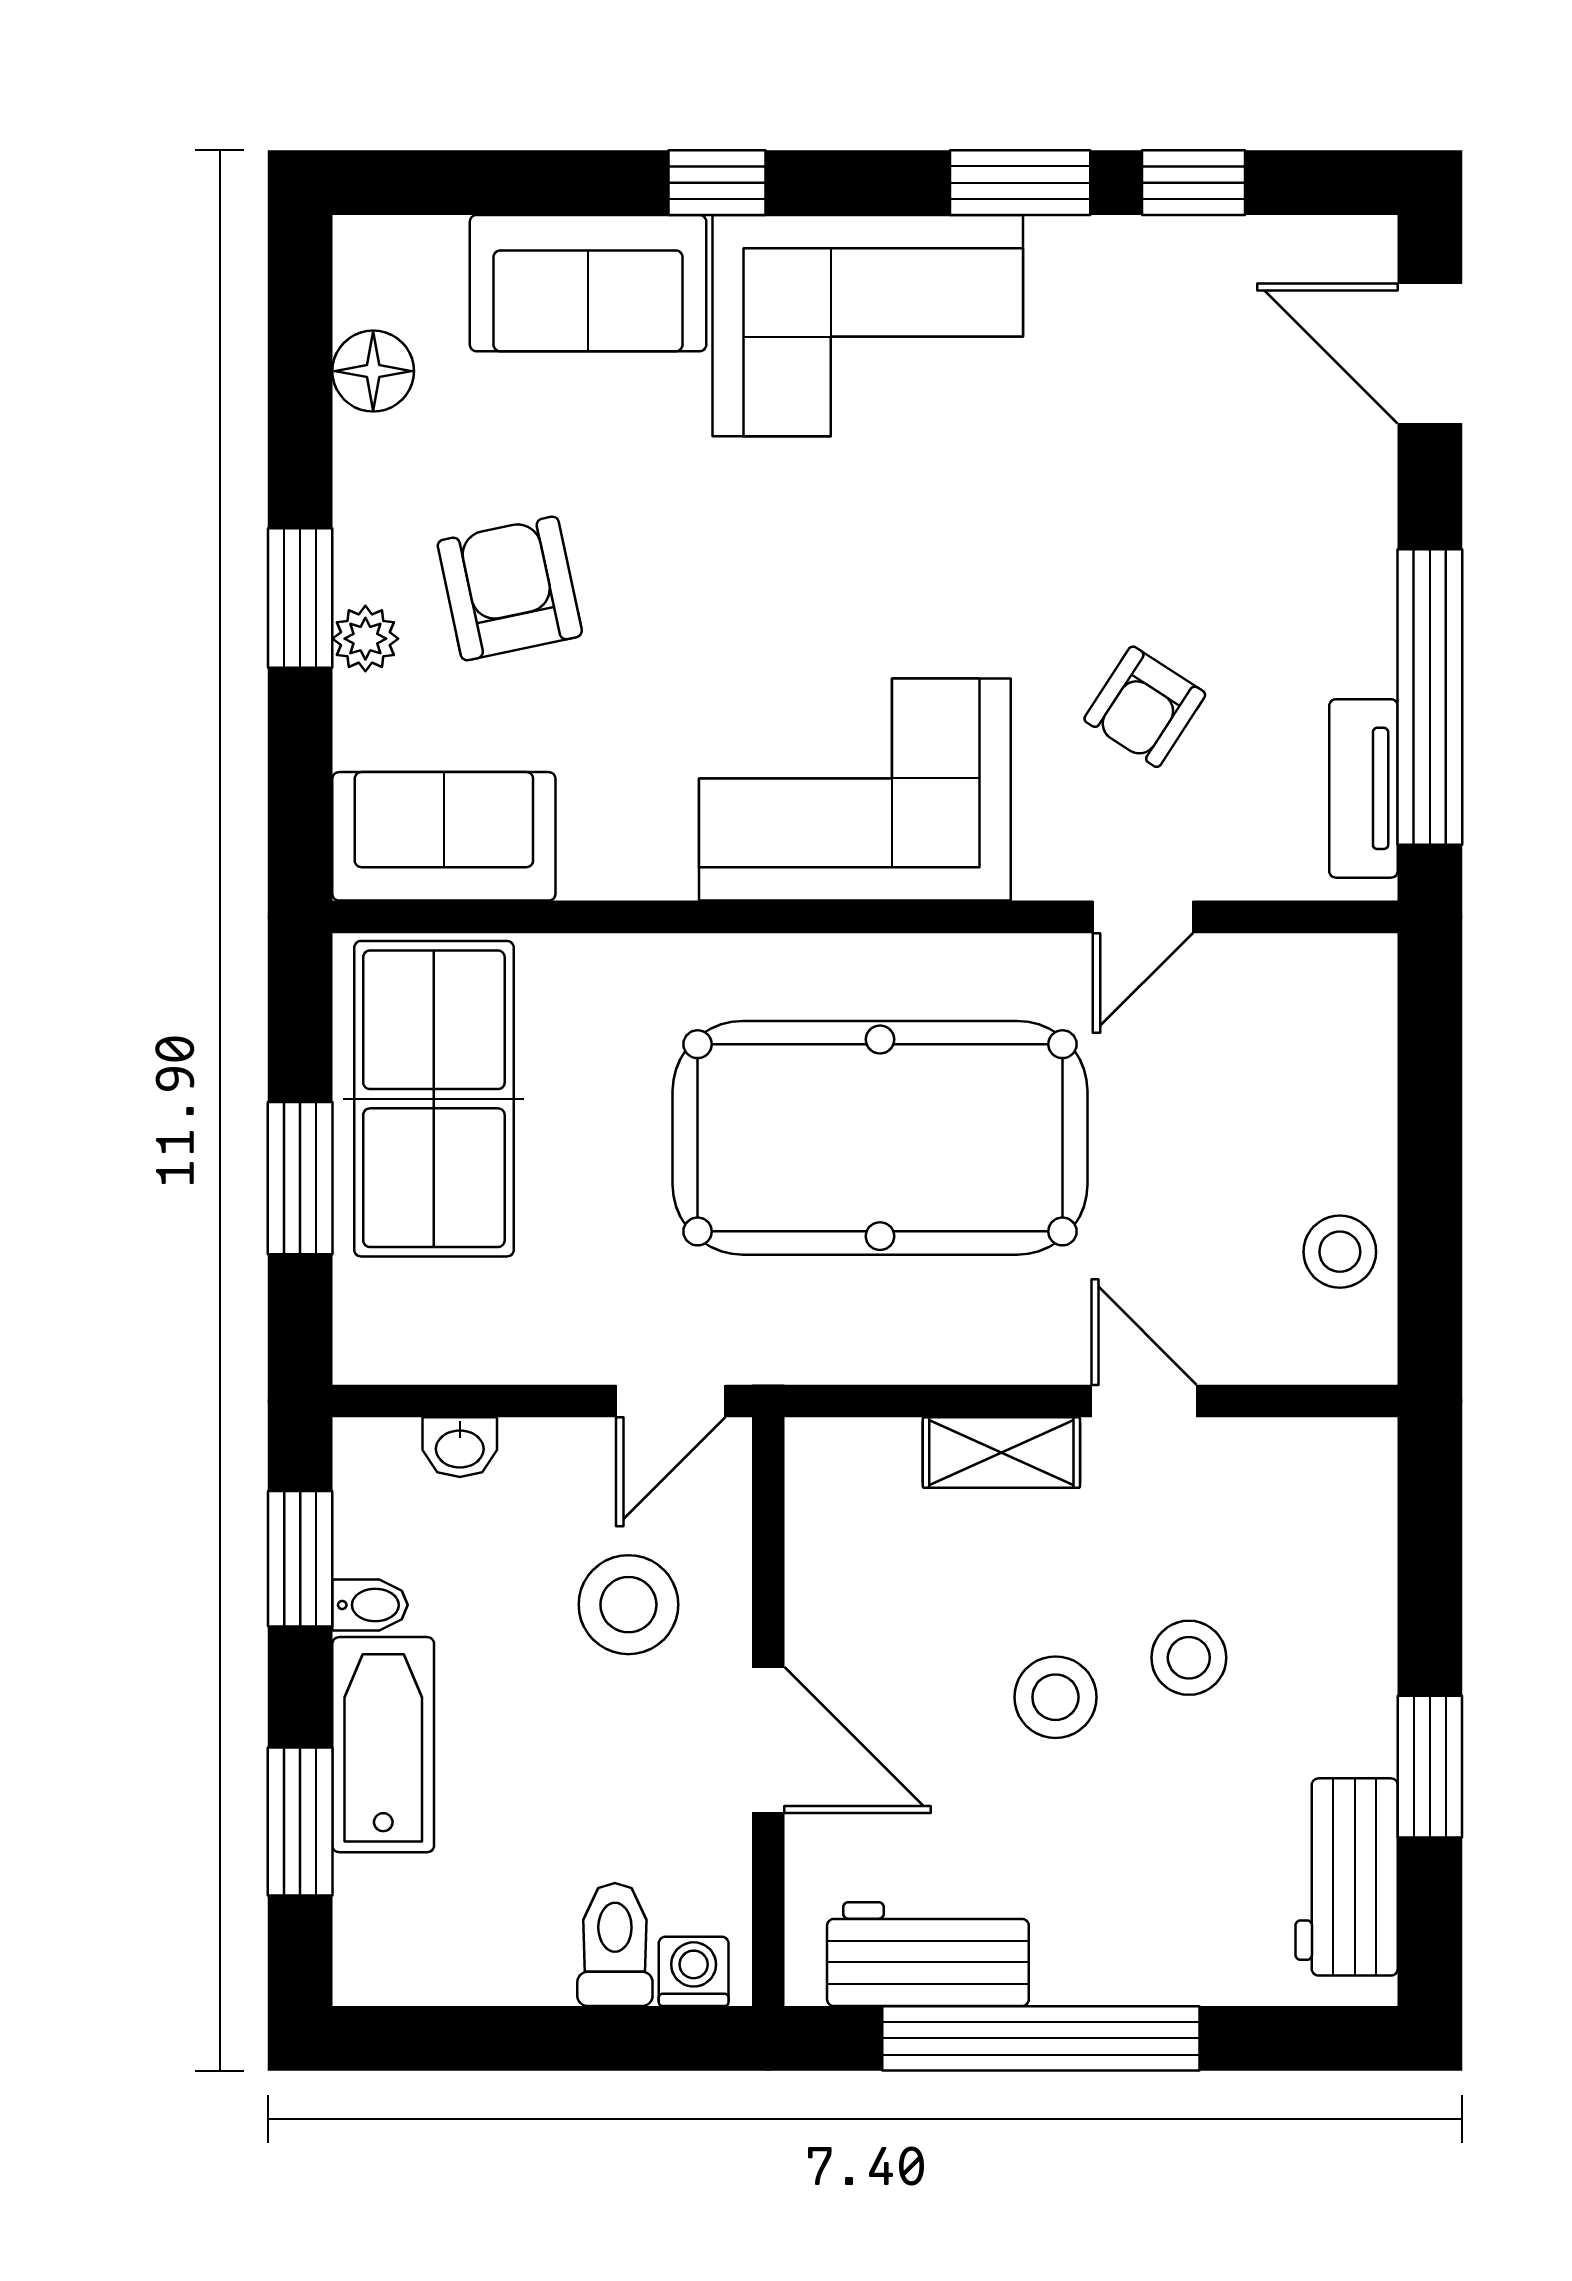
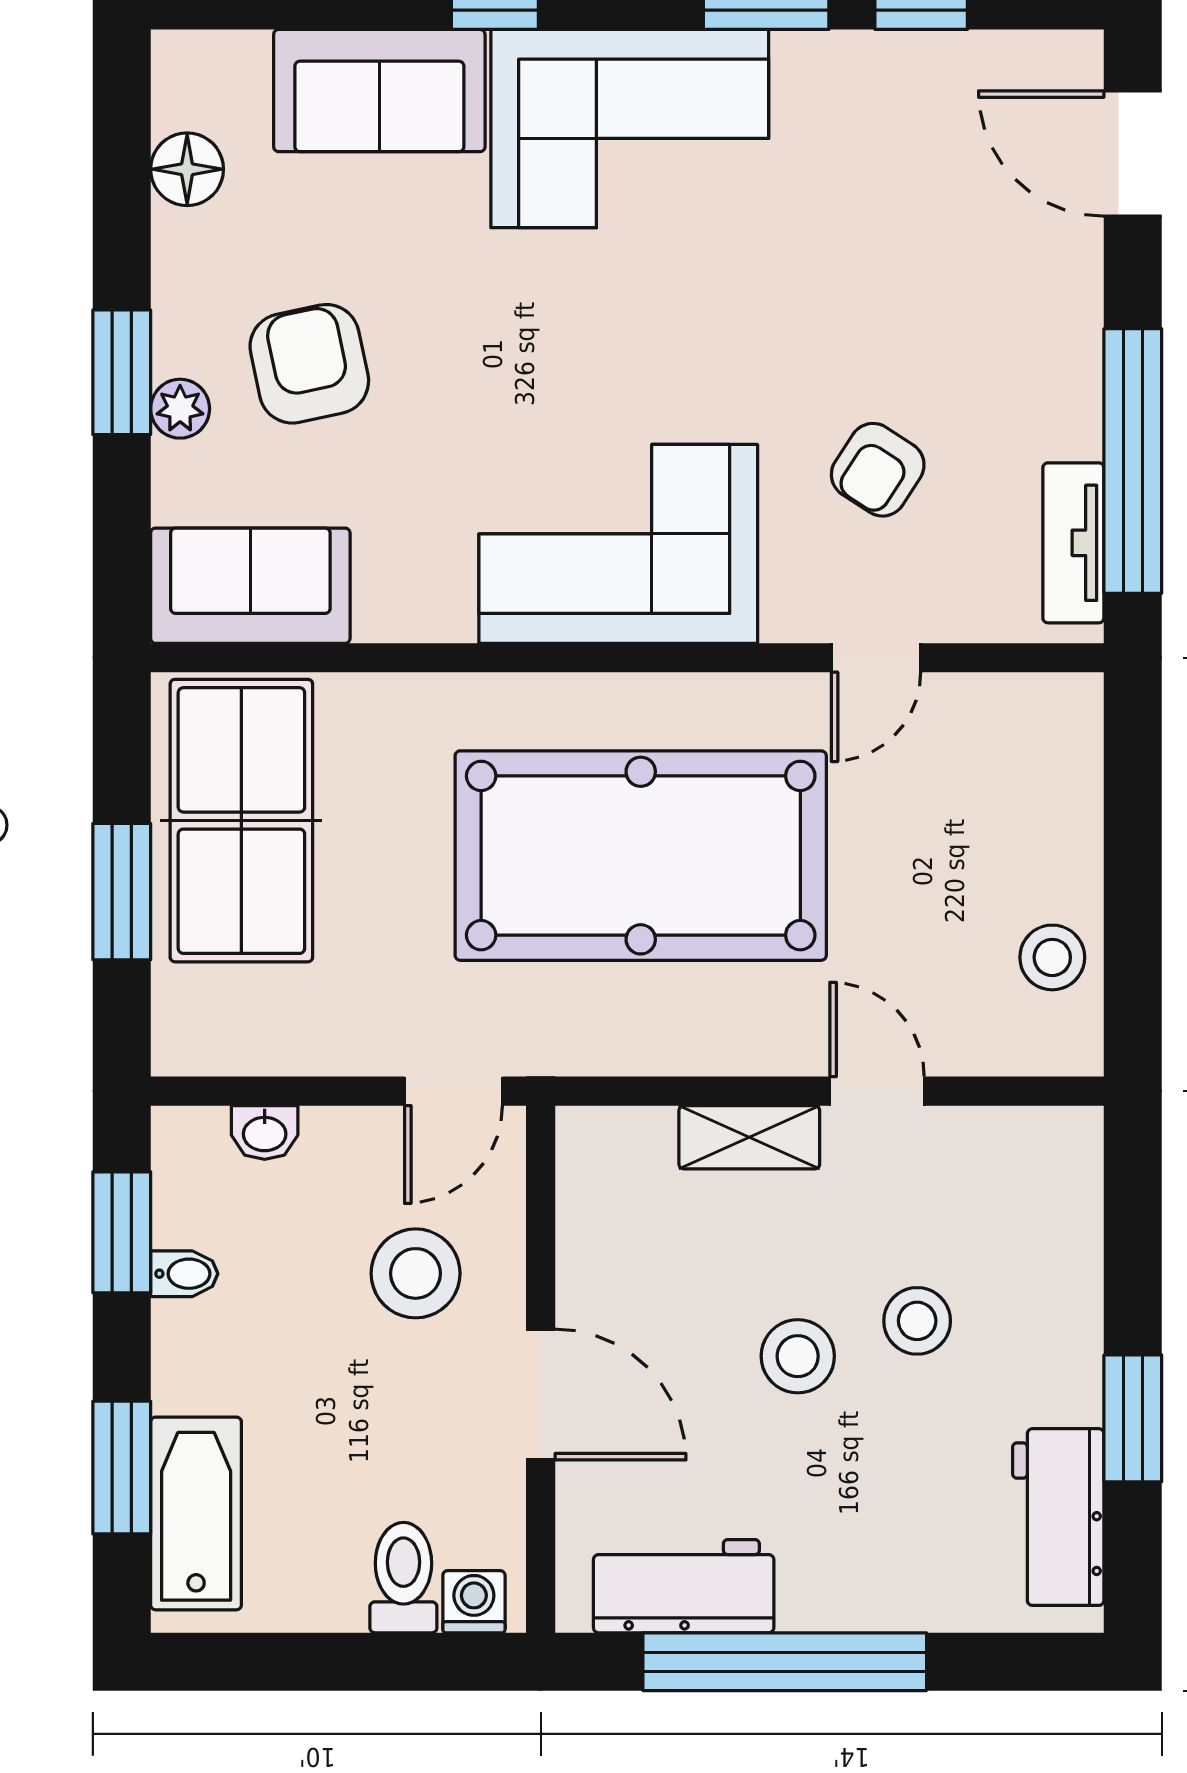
bathtub: (383, 1745) -> (196, 1513), moved

